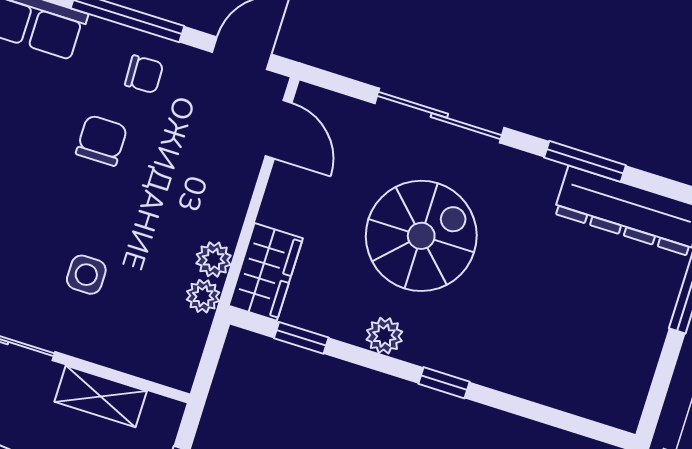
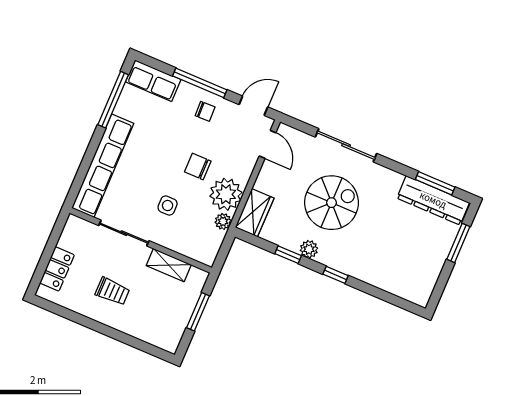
chair: (102, 140) -> (198, 166), moved, turned -90
window: (585, 161) -> (435, 183), moved
plant: (214, 259) -> (226, 194), width x1.87, depth x1.87
window: (301, 338) -> (288, 255), moved

